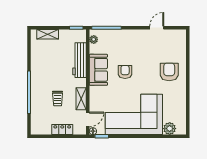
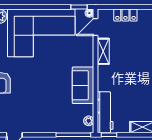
workbench: (80, 60) -> (105, 112), moved
armchair: (125, 72) -> (52, 83), removed
trolley: (58, 98) -> (131, 52), removed

